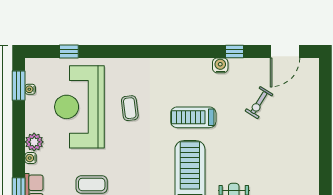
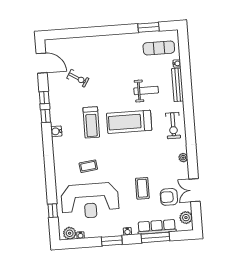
window: (208, 52) -> (46, 116), added
water cooler: (220, 65) -> (56, 131), moved
window: (19, 86) -> (112, 241), moved
plant: (34, 142) -> (70, 233), moved

